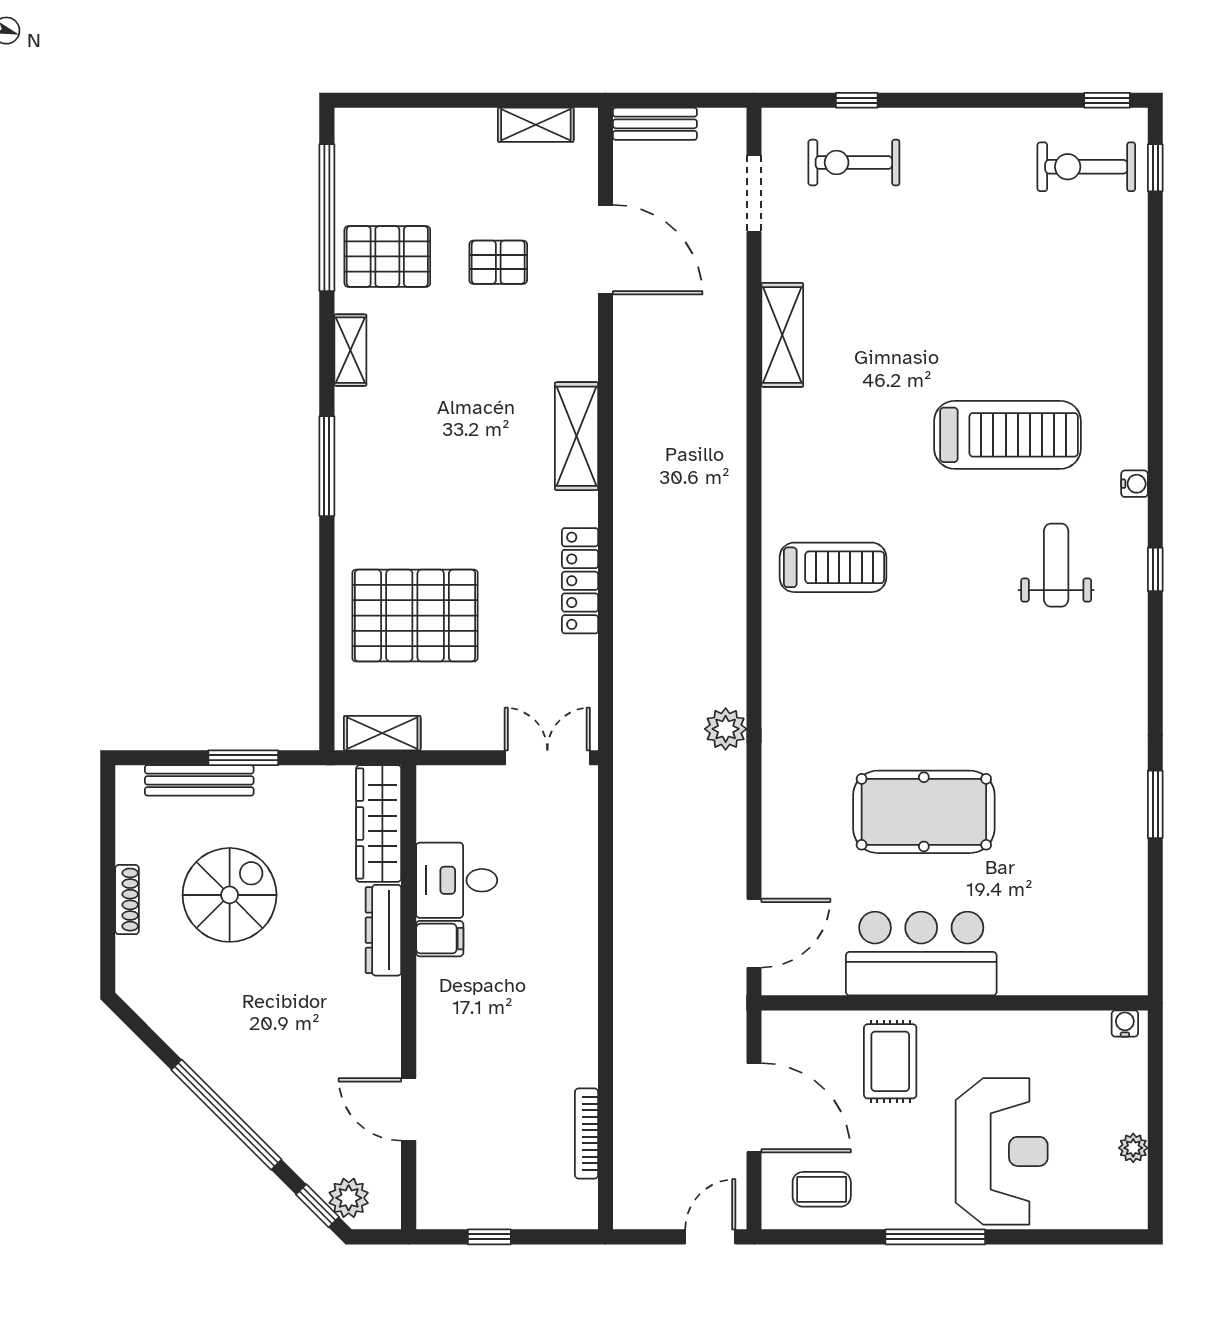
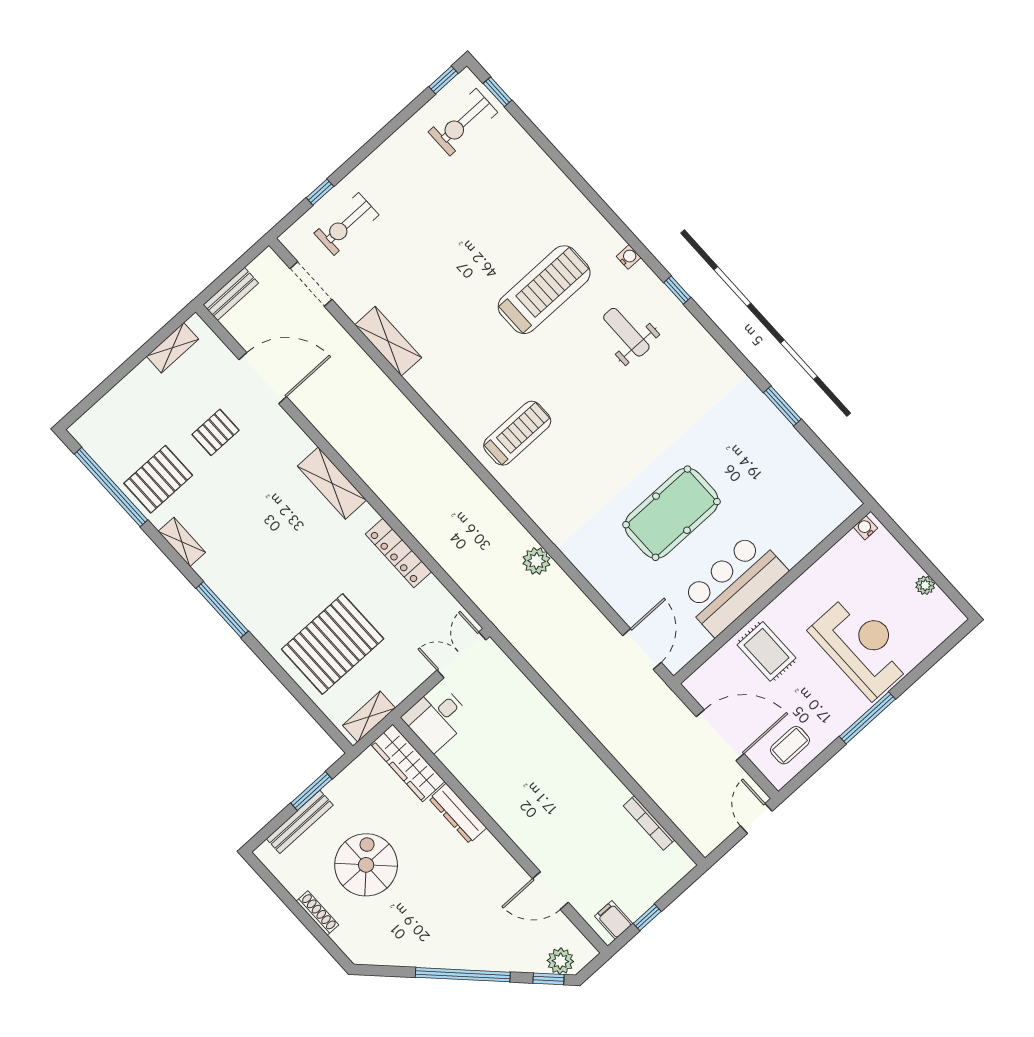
desk: (457, 880) -> (437, 718), moved
filing cabinet: (440, 939) -> (614, 920), moved, turned -90

